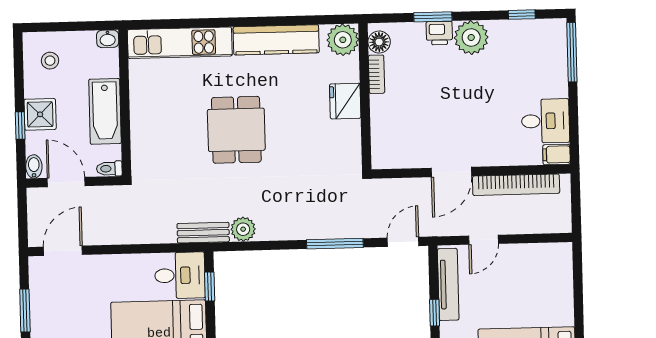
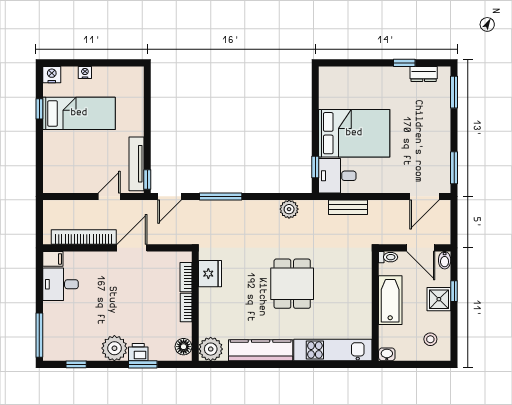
bookcase: (376, 74) -> (186, 308), moved
fridge: (345, 101) -> (210, 274), moved
bookcase: (378, 135) -> (186, 277), added
bench: (203, 233) -> (348, 207), moved
window: (25, 310) -> (454, 168), moved
window: (435, 313) -> (147, 180), moved

